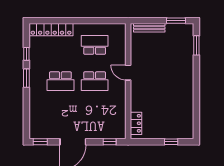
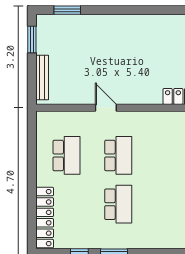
school desk: (95, 45) -> (66, 155), turned 180
door: (128, 73) -> (106, 108), swing flipped

